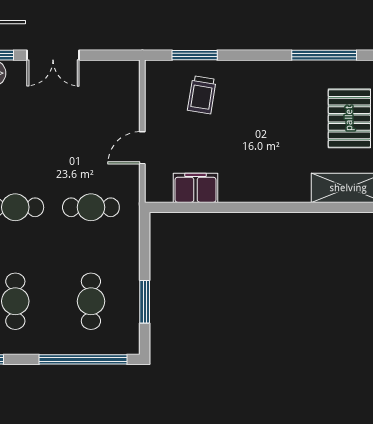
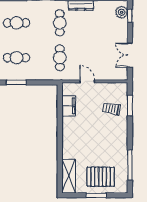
double door: (53, 55) -> (130, 55), moved

